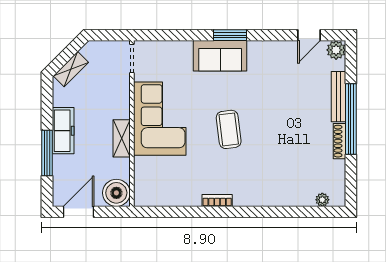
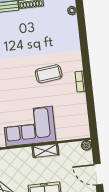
coffee table: (229, 129) -> (49, 74), moved
boiler: (116, 193) -> (86, 145), width x0.54, depth x0.54

